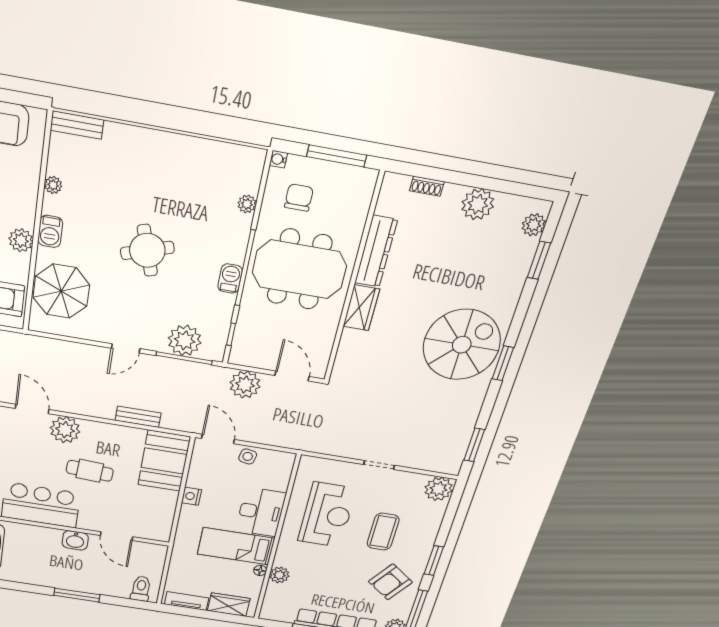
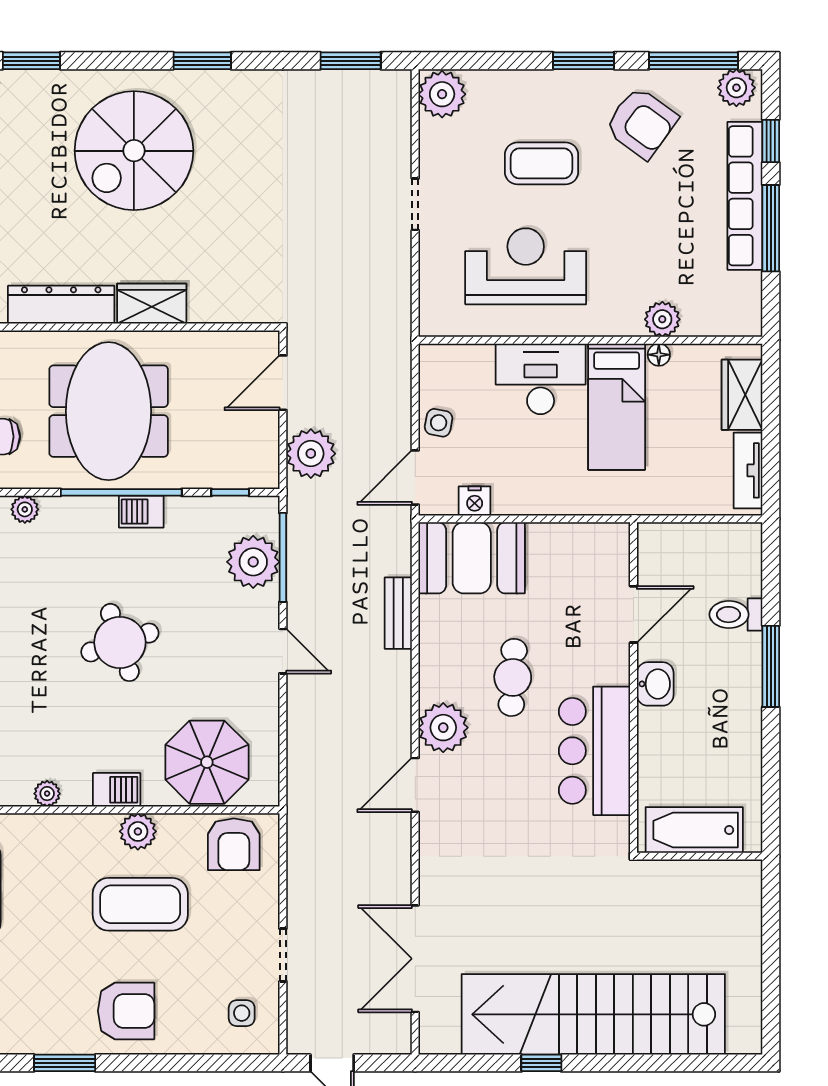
spiral stairs: (462, 345) -> (134, 151), moved, turned -90
nightstand: (191, 496) -> (475, 501), moved
toilet: (141, 589) -> (736, 615), moved

